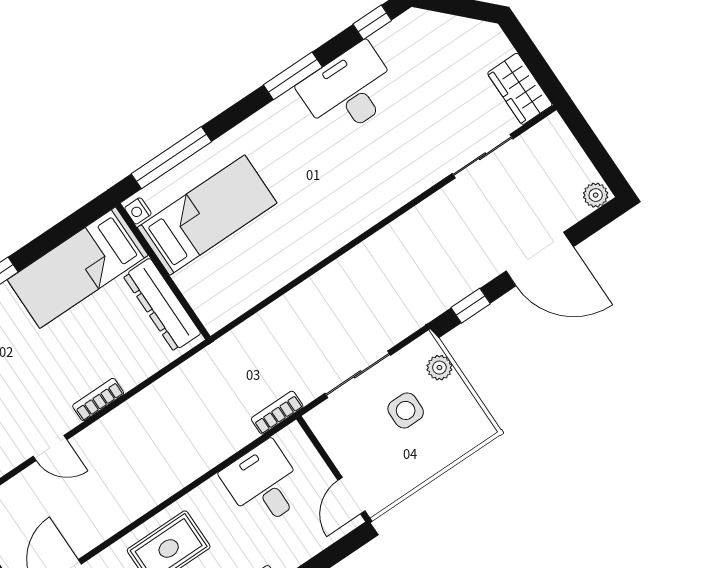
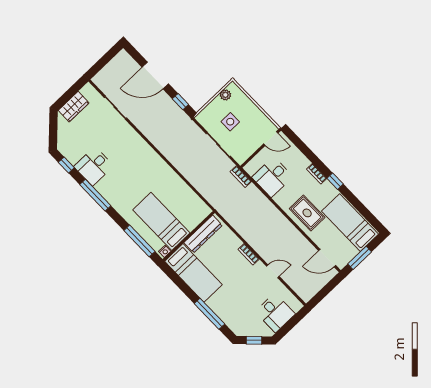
window: (293, 76) -> (95, 195), width x1.44
wardrobe: (520, 89) -> (74, 107), moved
desk: (349, 90) -> (94, 166), width x0.73
plant: (596, 195) -> (124, 56), removed
door: (540, 259) -> (155, 76), swing flipped
plant: (439, 368) -> (225, 95), moved
door: (50, 448) -> (273, 271), hinge flipped

